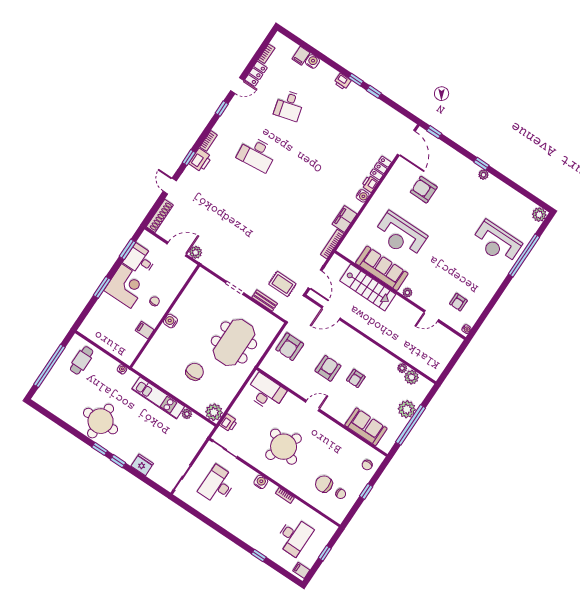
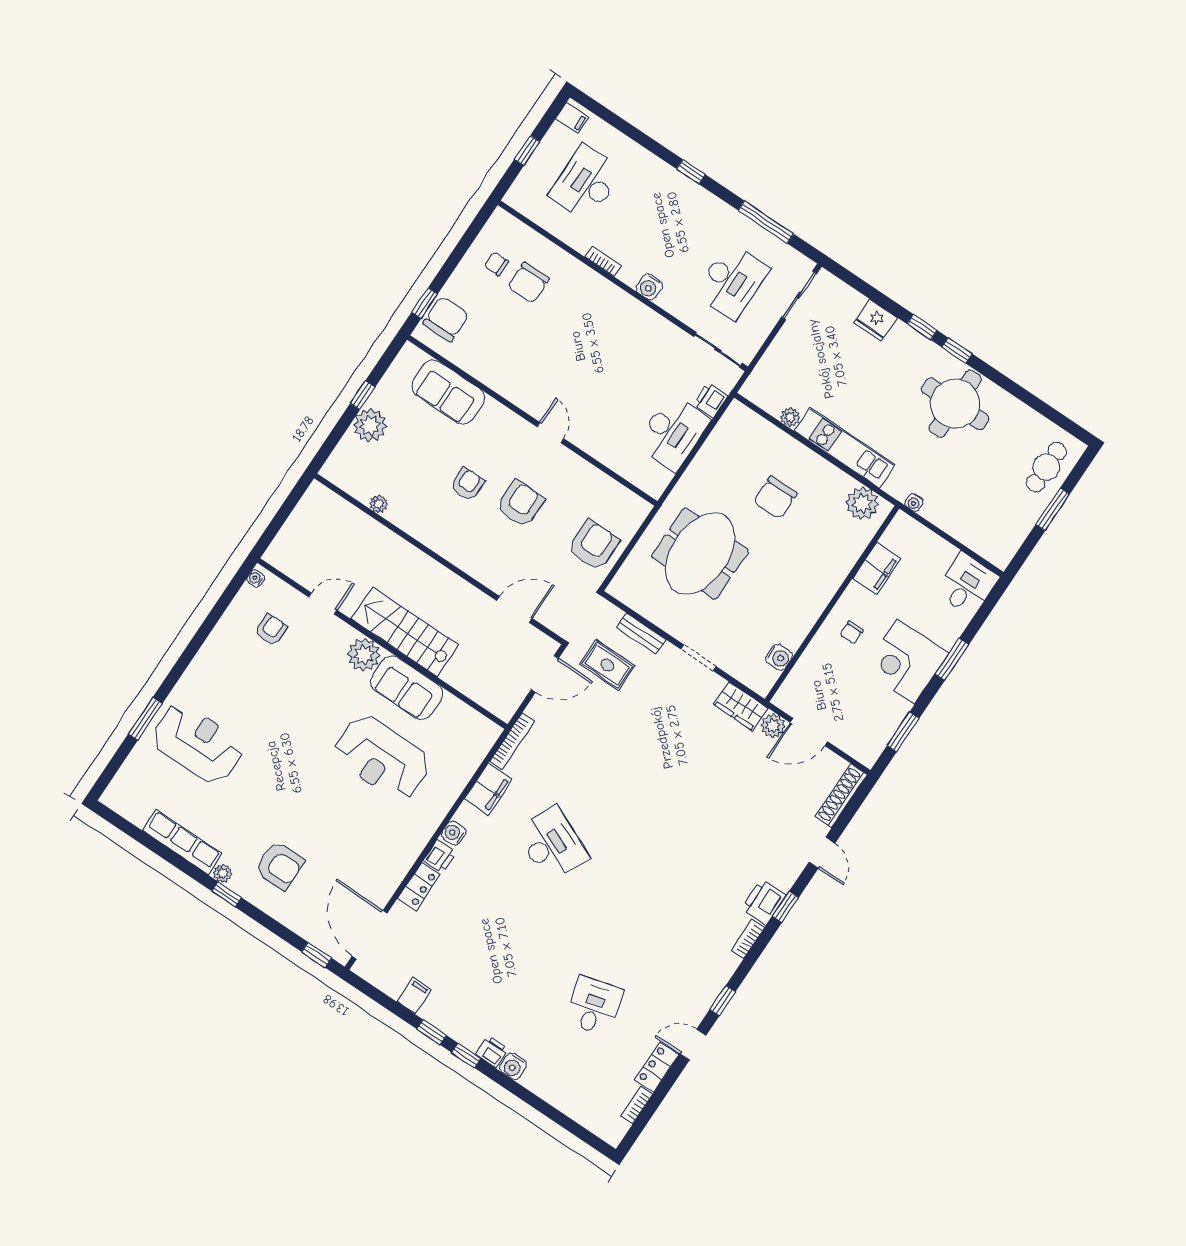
filing cabinet: (301, 56) -> (414, 996), moved
water cooler: (312, 61) -> (513, 1066), moved
desk: (257, 154) -> (552, 844), moved, turned 30
armchair: (424, 190) -> (280, 866), moved
row of seats: (505, 191) -> (182, 842), added
plant: (539, 215) -> (116, 797), removed
reception desk: (400, 235) -> (382, 758), turned 180
window: (524, 255) -> (145, 719), width x0.47
desk: (140, 260) -> (967, 584), moved, turned -90
wardrobe: (213, 263) -> (741, 706), added
sofa: (382, 268) -> (407, 688), width x0.73
door: (315, 279) -> (545, 674), swing flipped
stairs: (368, 287) -> (405, 632), moved
plant: (407, 293) -> (364, 655), width x1.88, depth x1.88
water cooler: (171, 321) -> (779, 657), moved
filing cabinet: (145, 330) -> (877, 569), width x2.00
cafe table: (82, 360) -> (1046, 467), moved
window: (49, 366) -> (1053, 509), width x0.47
armchair: (328, 368) -> (520, 504), turned 180
plant: (412, 377) -> (361, 487), removed
desk: (266, 392) -> (673, 432), moved, turned -90
door: (312, 406) -> (550, 433), swing flipped
plant: (214, 412) -> (862, 503), moved
window: (411, 425) -> (363, 395), width x0.32
round table: (284, 447) -> (606, 354), removed
chair: (367, 465) -> (446, 319), width x1.87, depth x1.87
chair: (324, 484) -> (529, 283), turned 90
window: (366, 491) -> (425, 303), moved
window: (200, 516) -> (766, 222), added
window: (259, 555) -> (691, 172), moved

